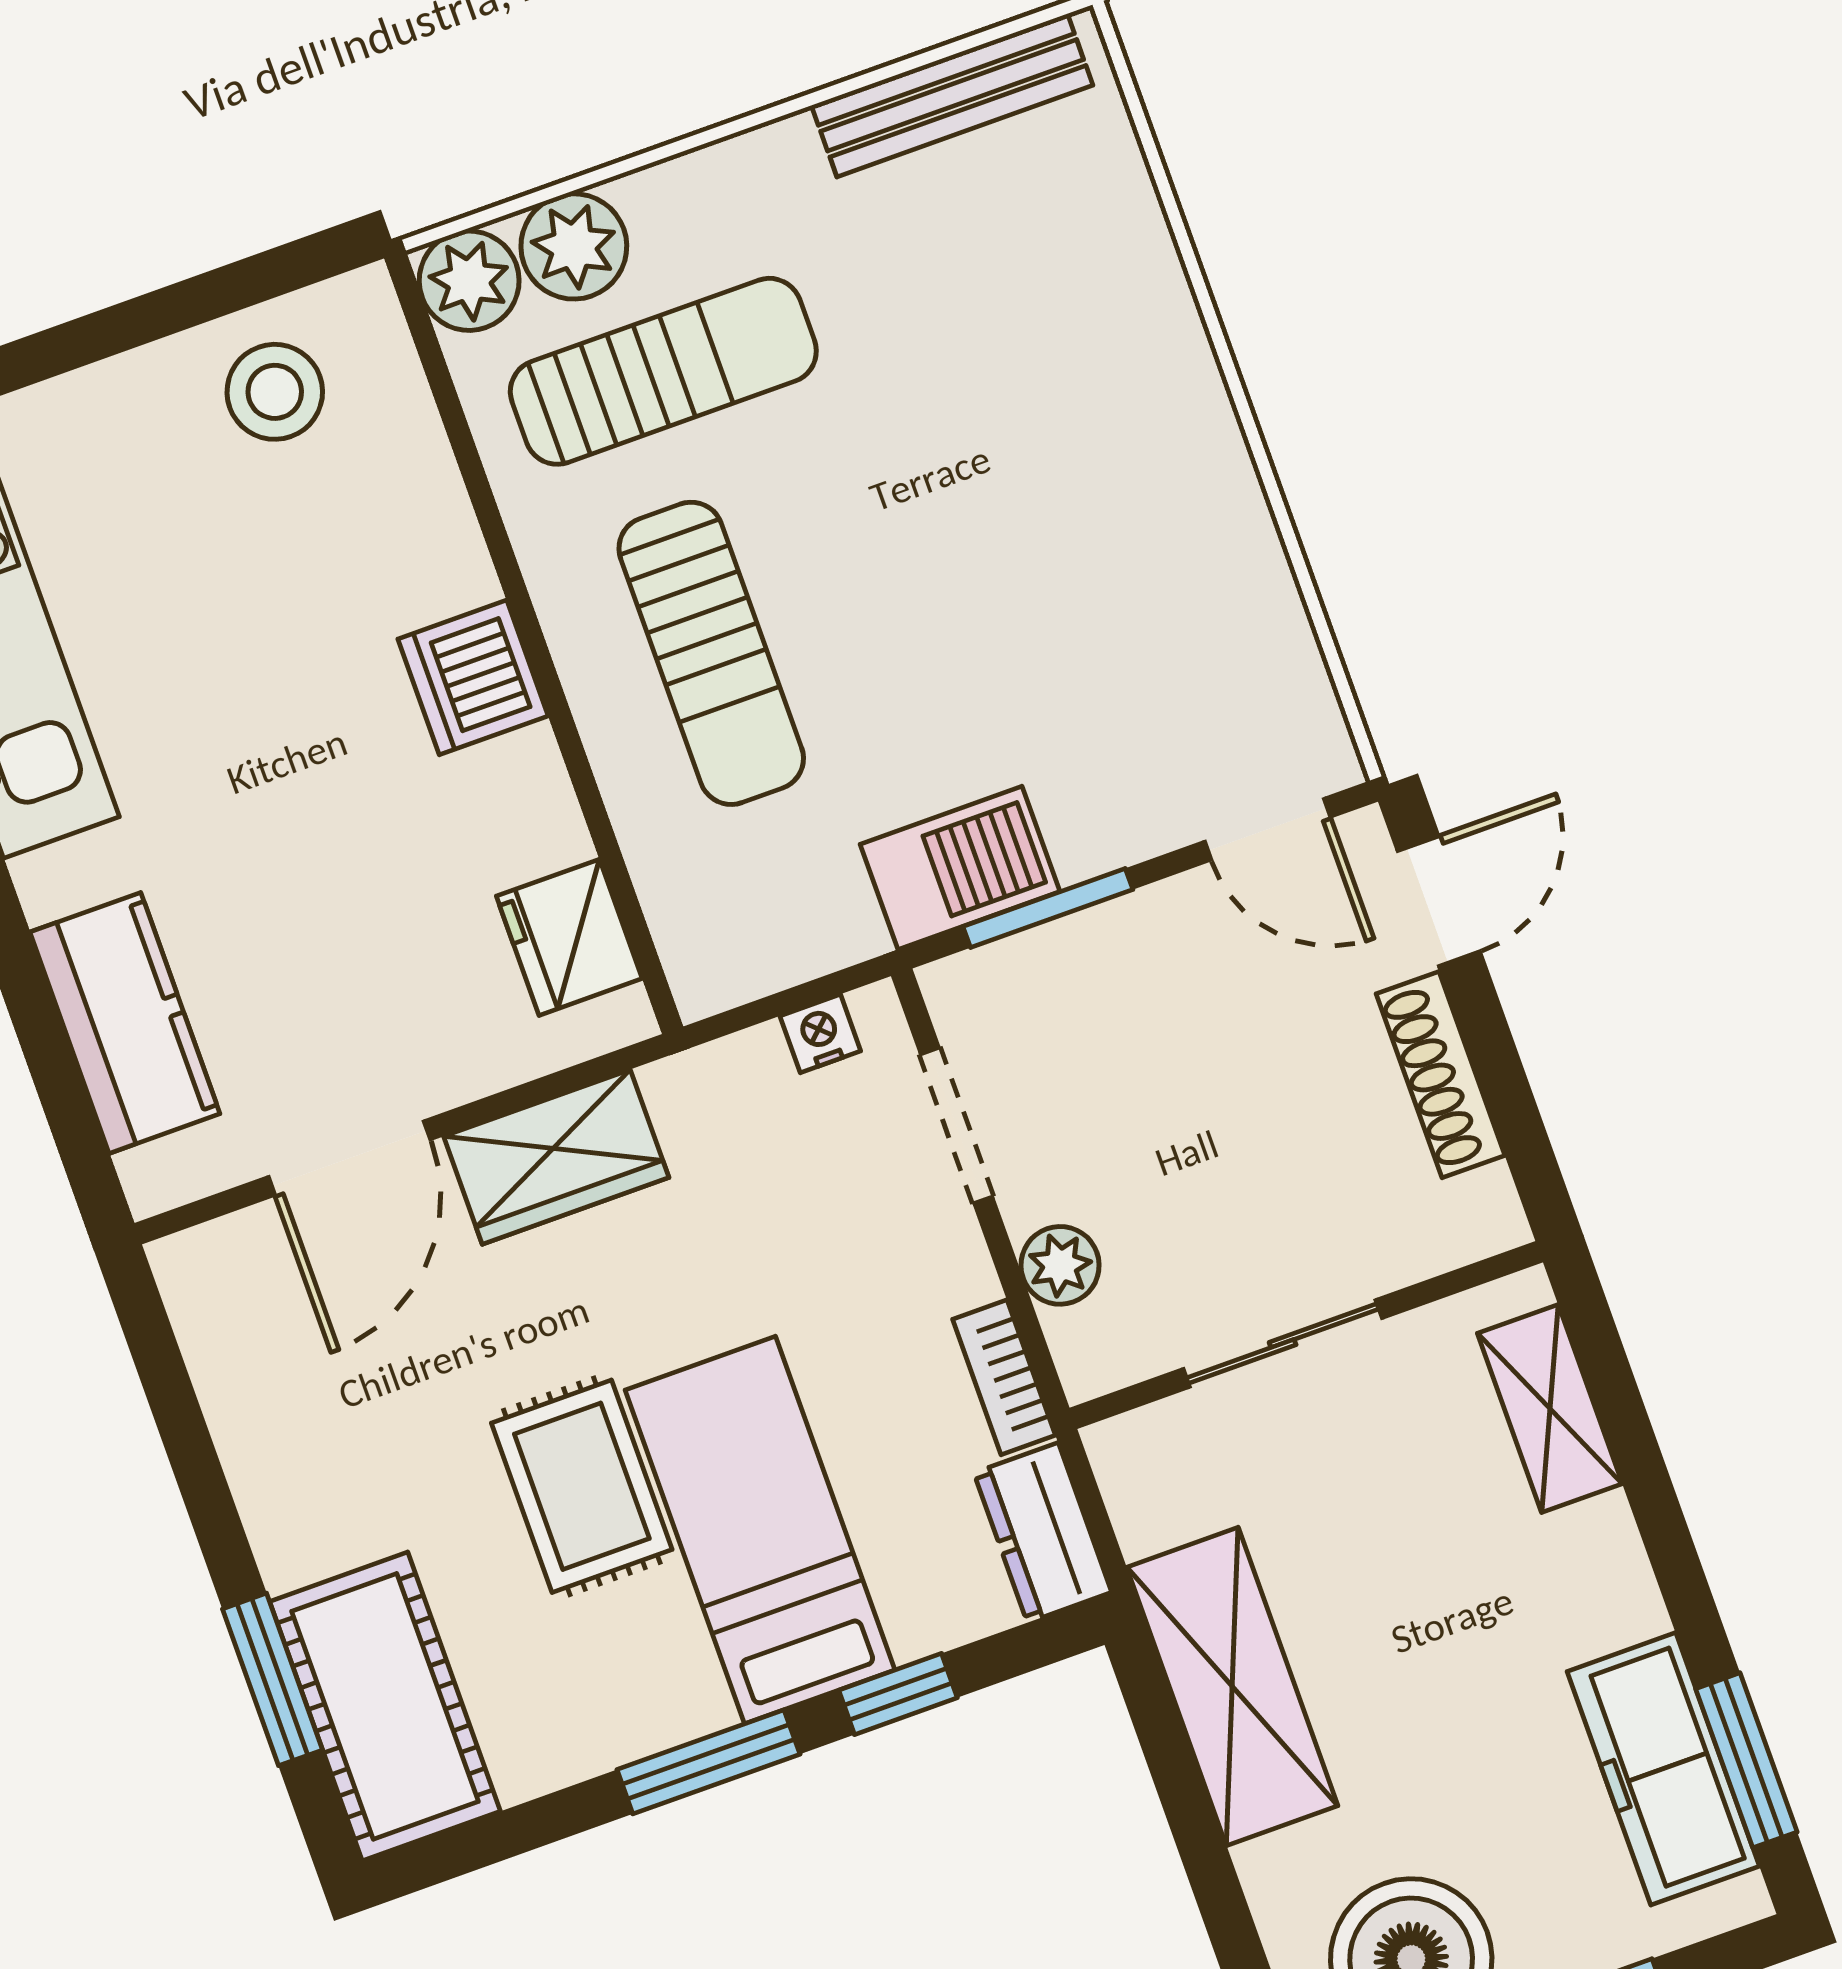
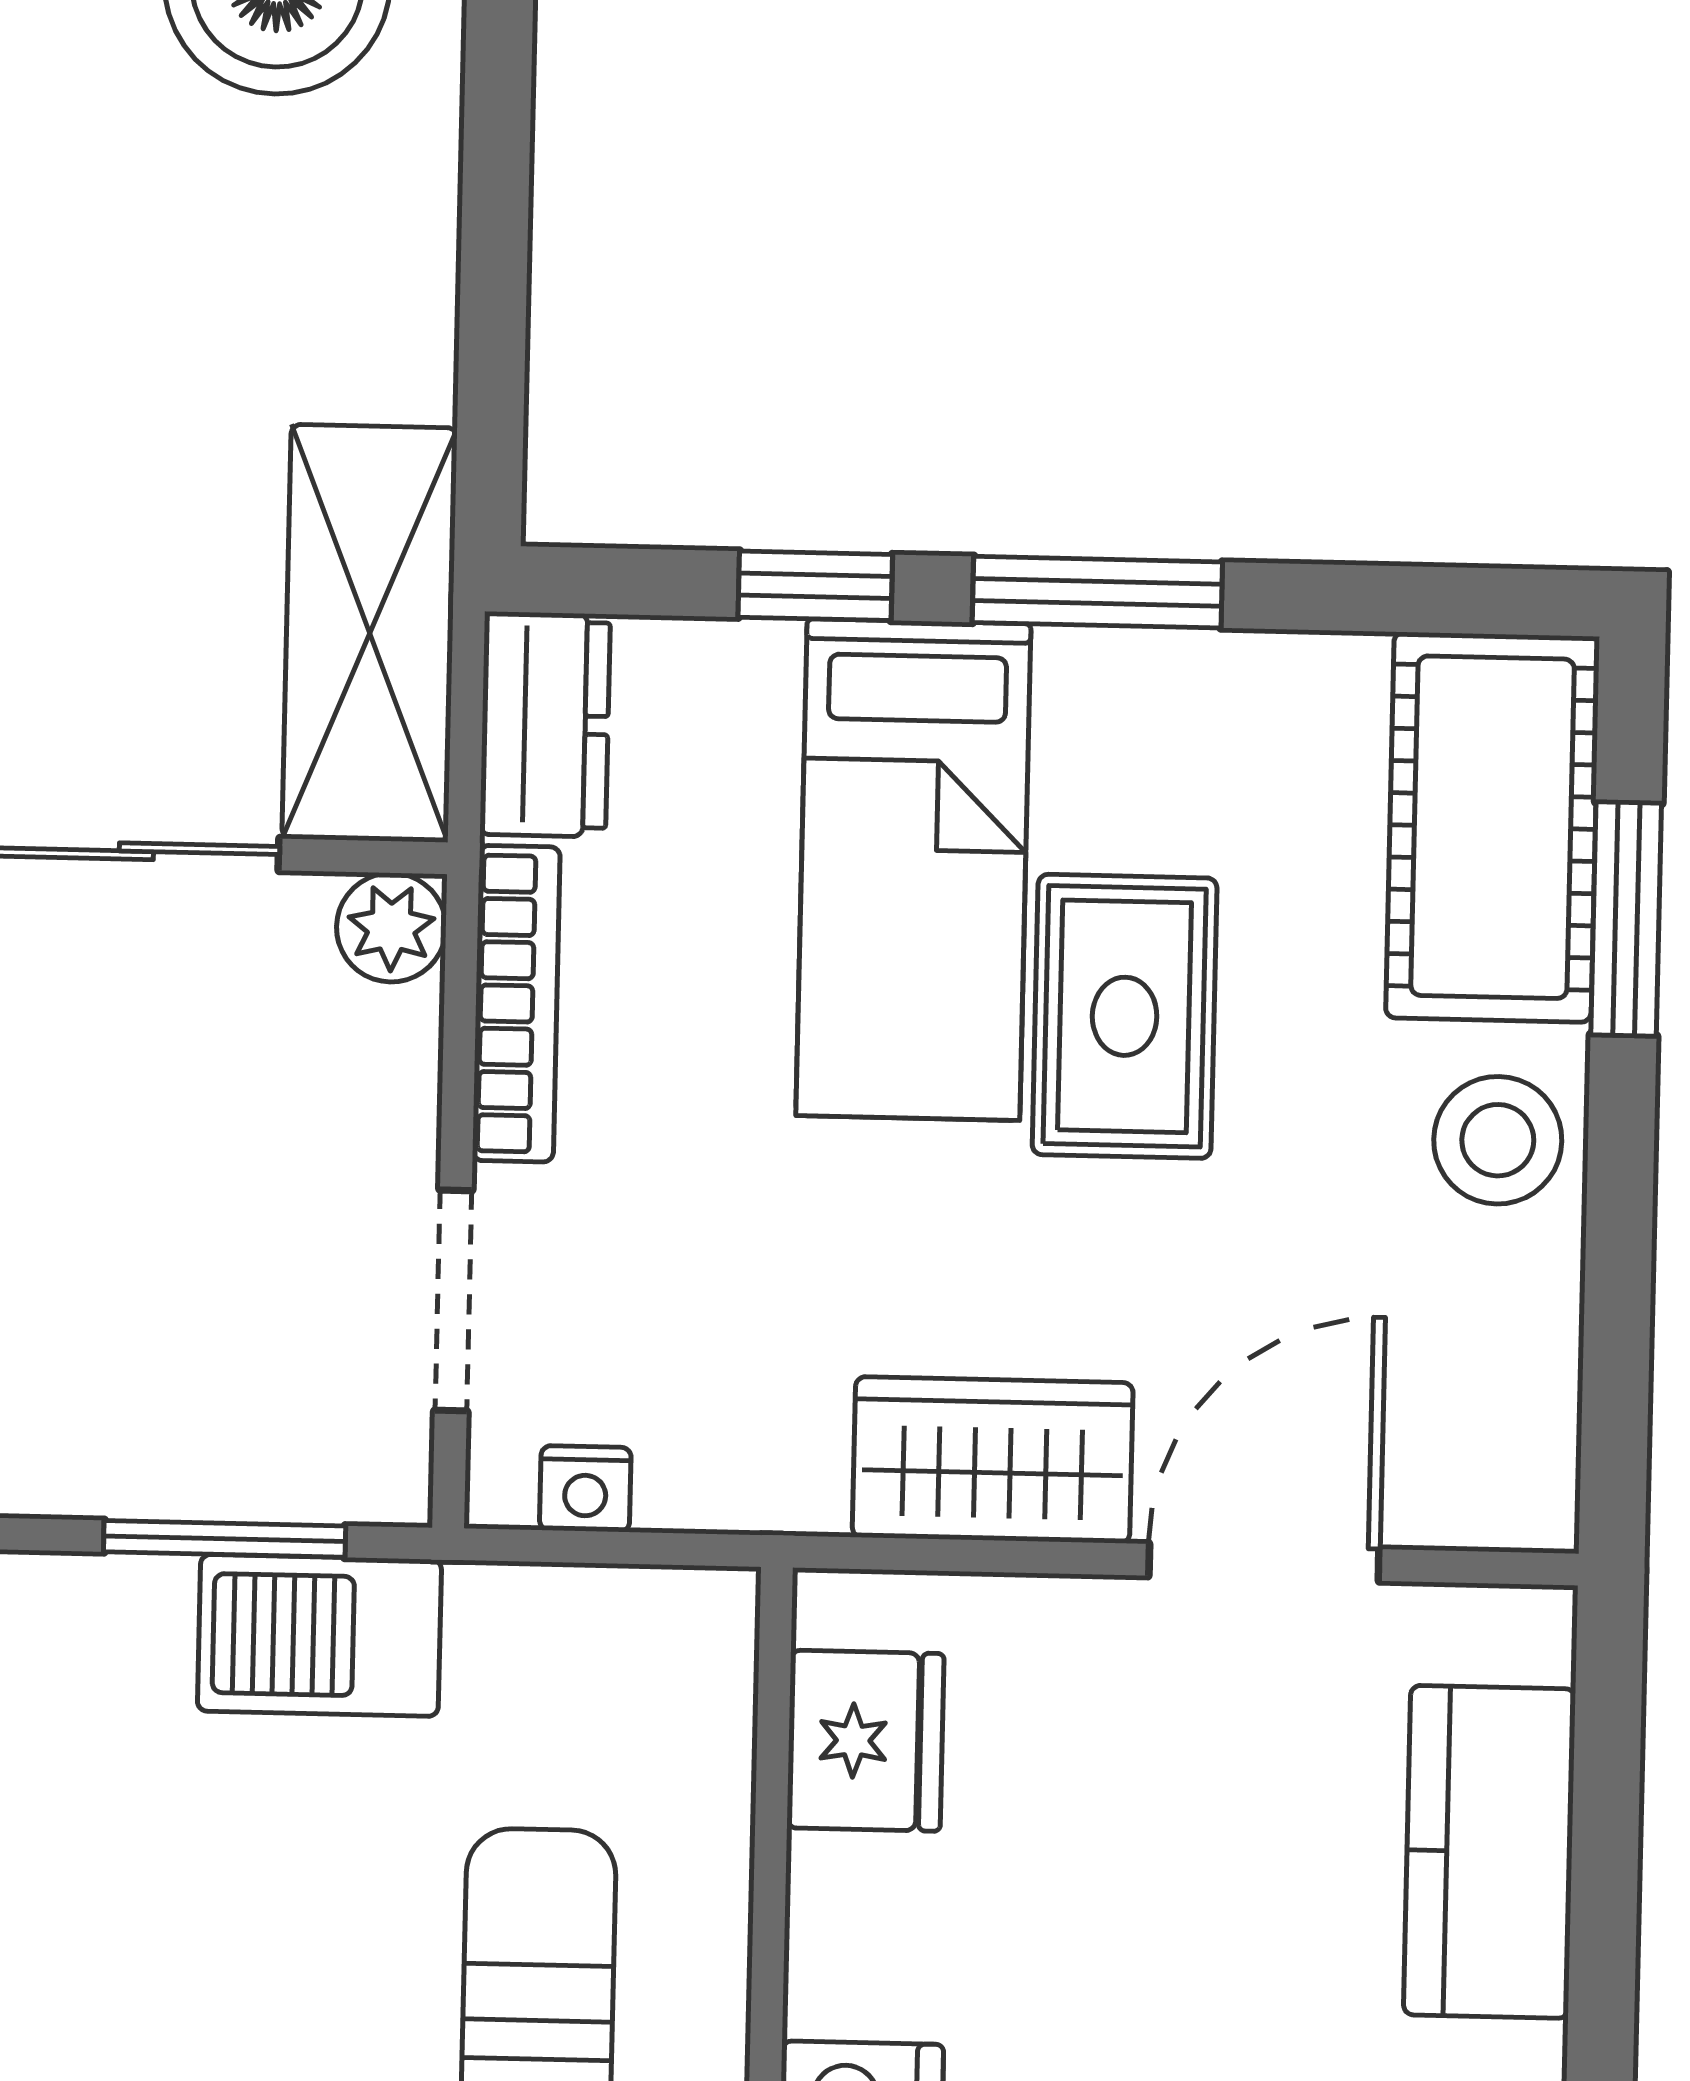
plant: (1060, 1265) -> (391, 927), moved
bookcase: (1004, 1377) -> (516, 1004), width x1.56
stool: (301, 1499) -> (1498, 1140), added
shelving: (1232, 1686) -> (370, 633), moved

